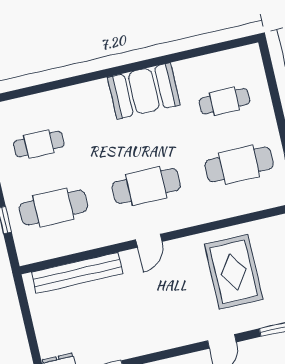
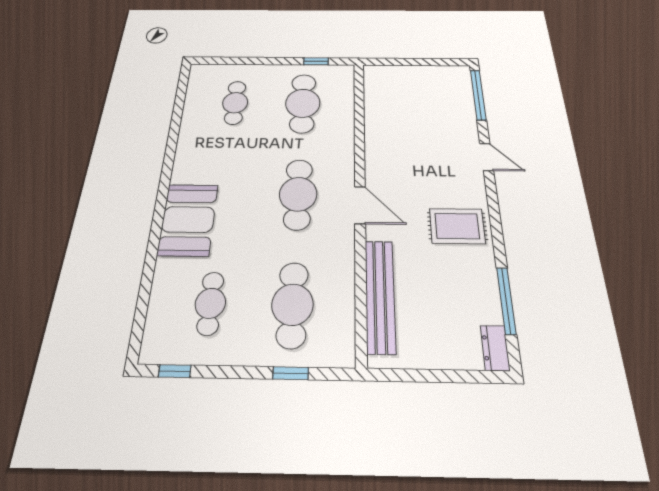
booth: (144, 91) -> (188, 219), moved
door: (149, 241) -> (360, 205), width x1.37
rug: (234, 272) -> (457, 226), moved, width x0.73, depth x0.70

